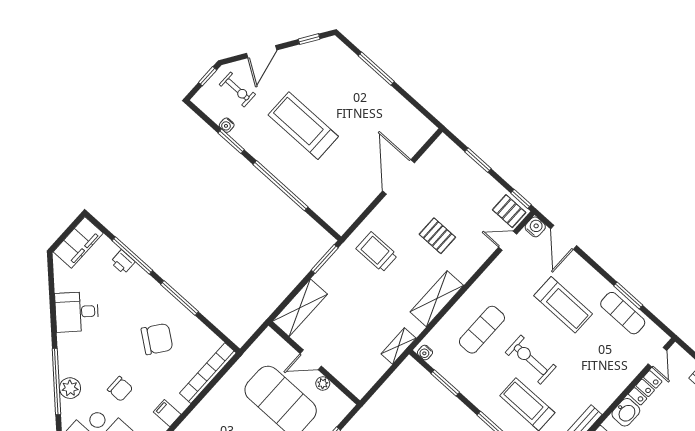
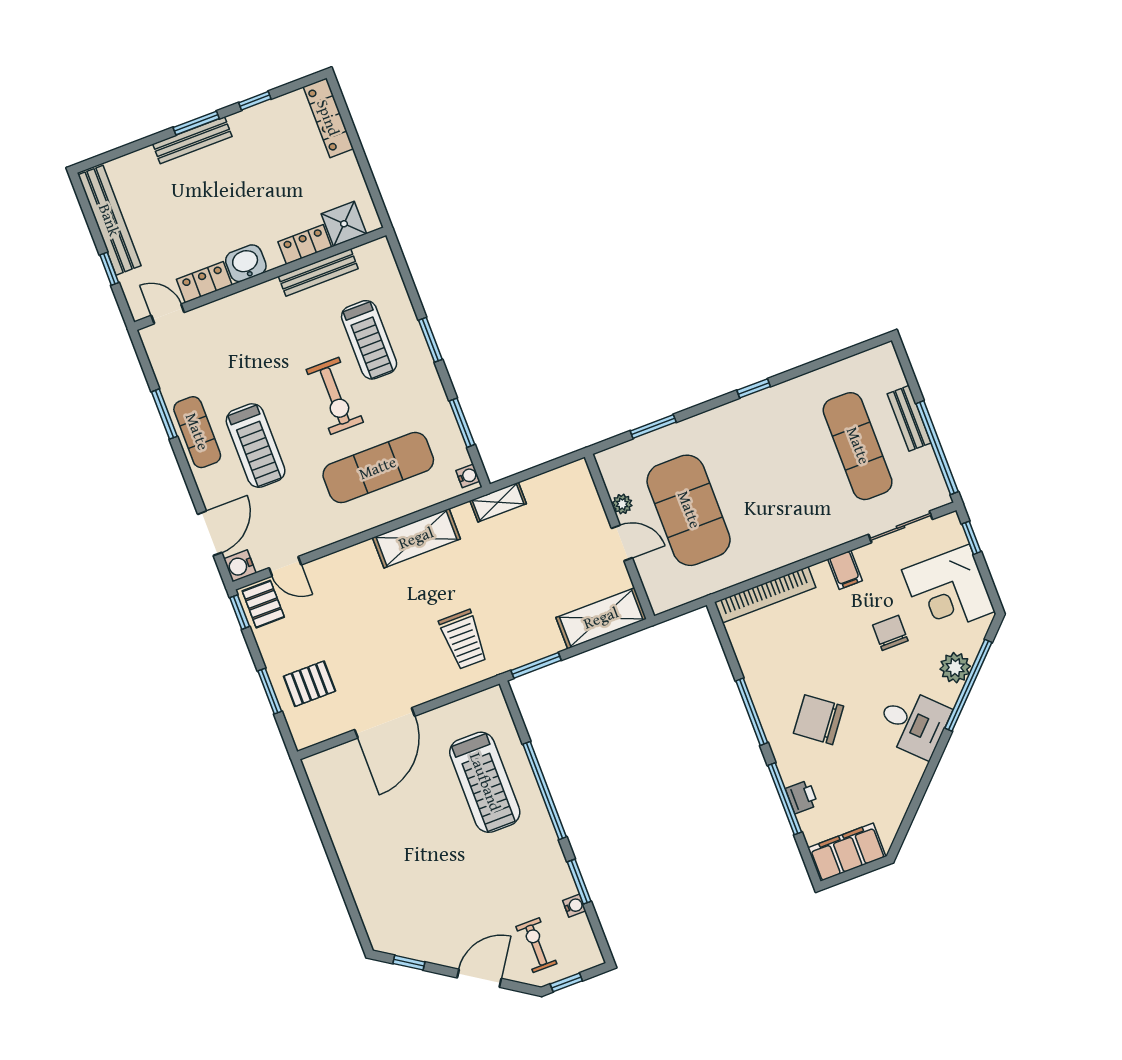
window: (376, 69) -> (341, 879), removed
treadmill: (303, 126) -> (485, 782), moved
pallet: (437, 236) -> (309, 684), moved, turned 90
treadmill: (563, 305) -> (256, 446), turned 180
desk: (77, 312) -> (913, 723), moved
exercise mat: (623, 313) -> (197, 432), moved
exercise mat: (482, 330) -> (378, 468), width x1.36, depth x1.45
chair: (157, 339) -> (819, 720), moved
door: (657, 357) -> (168, 314), hinge flipped

